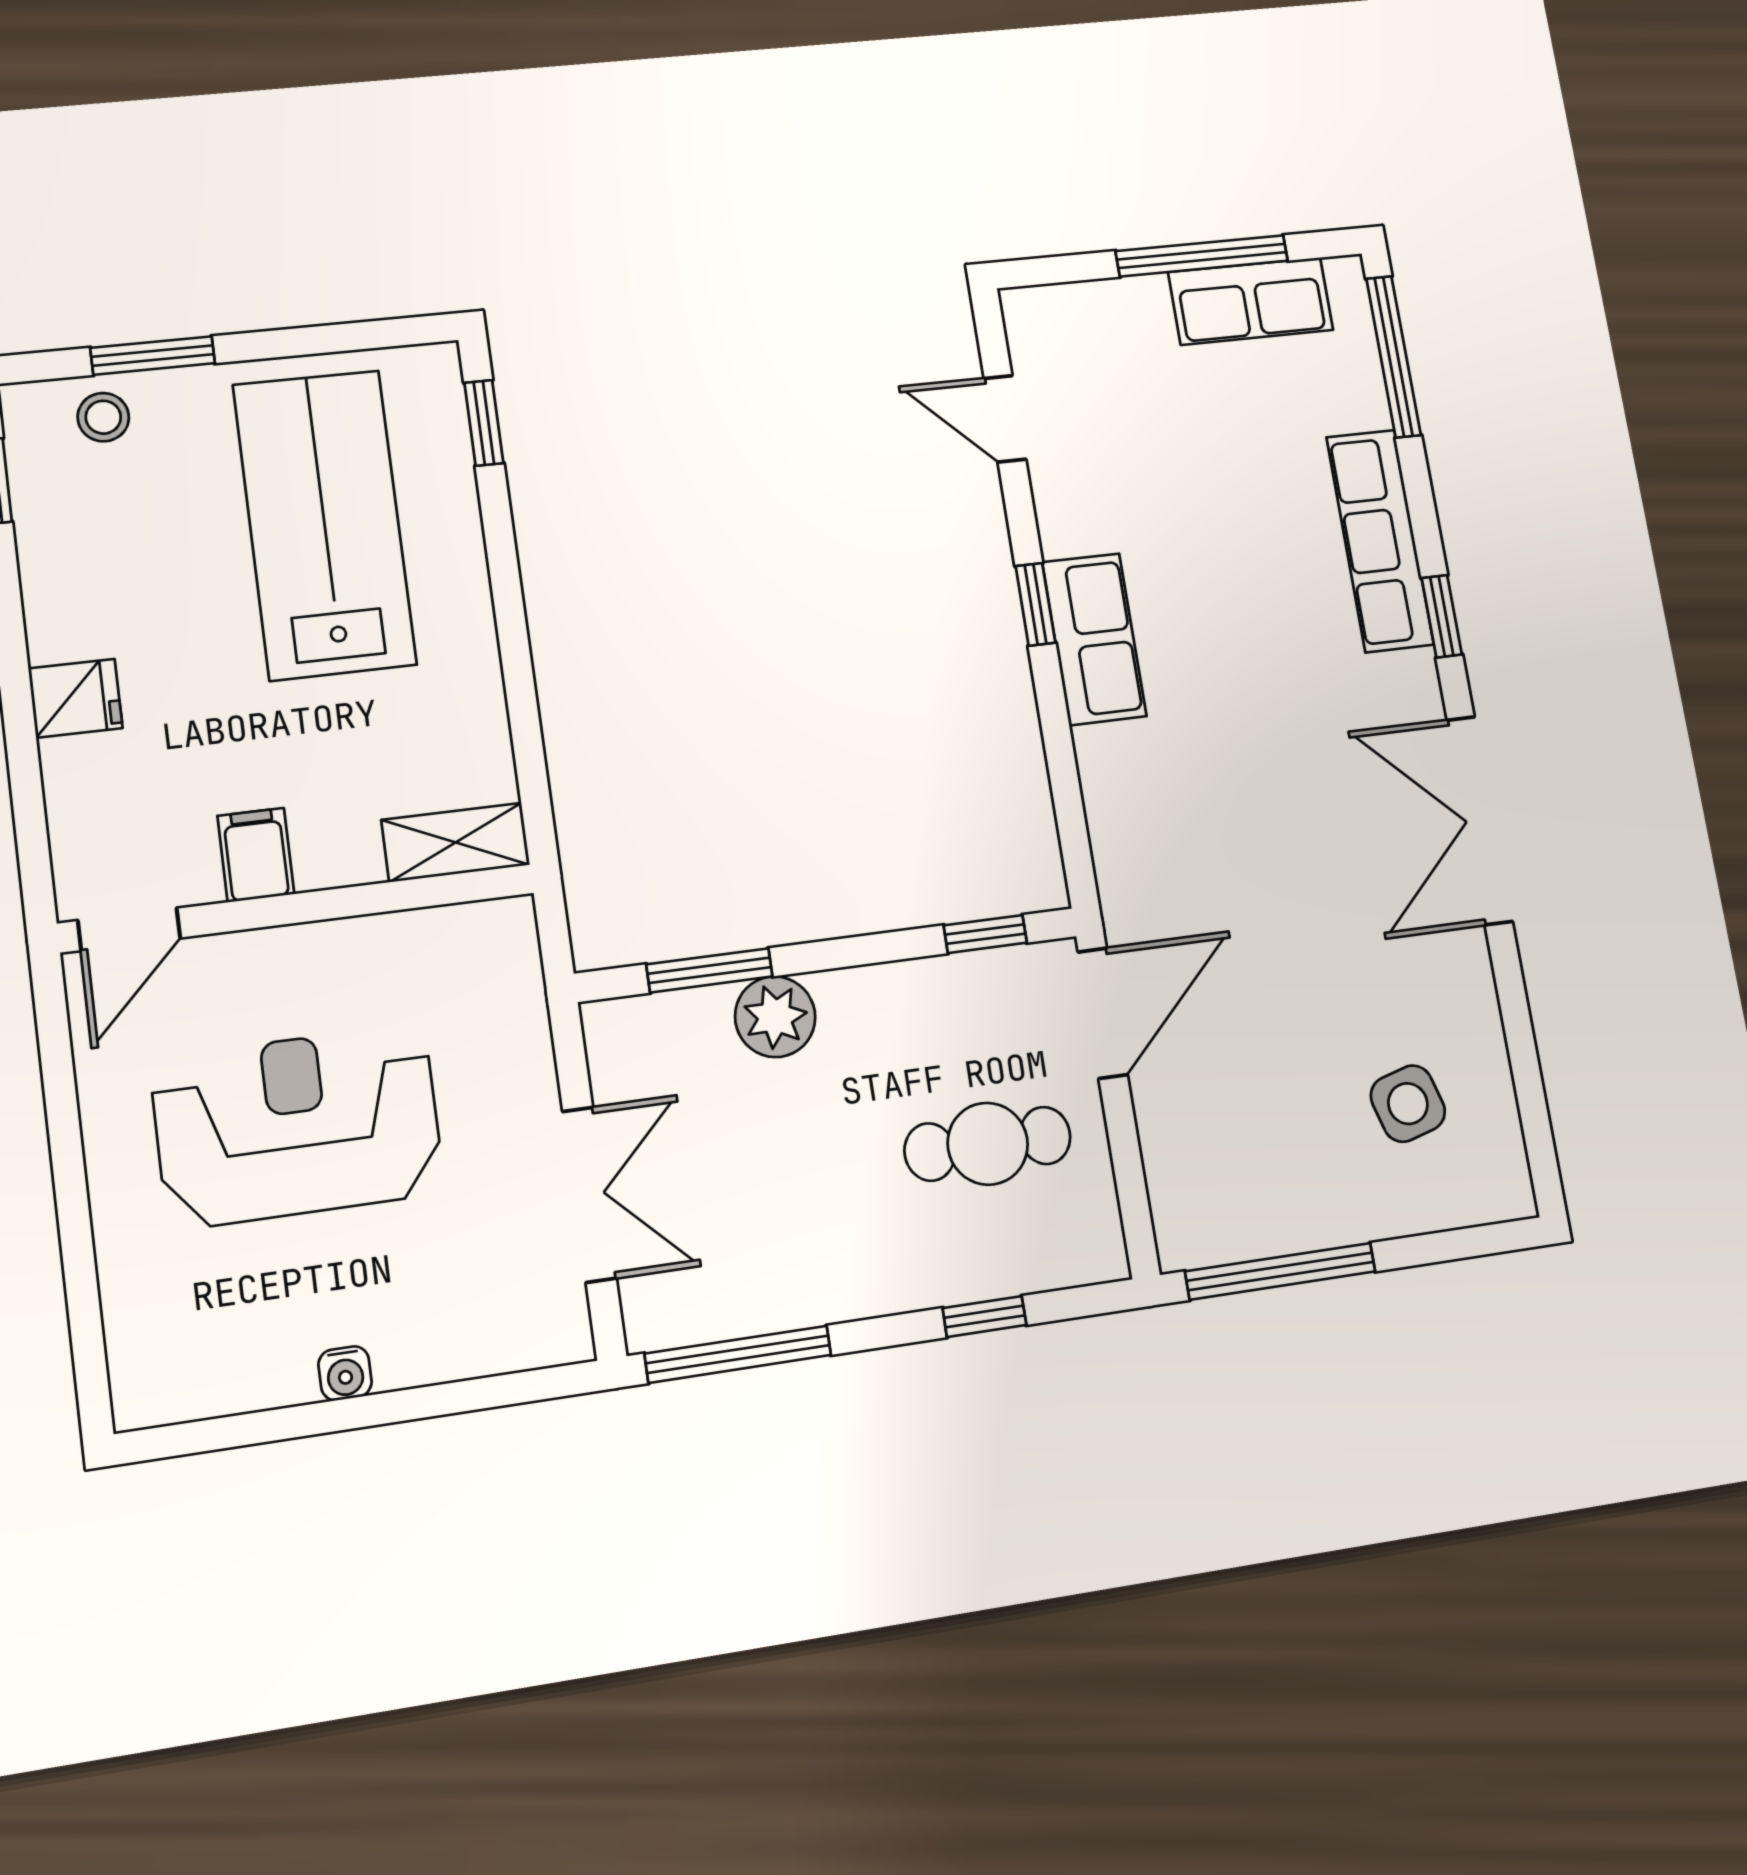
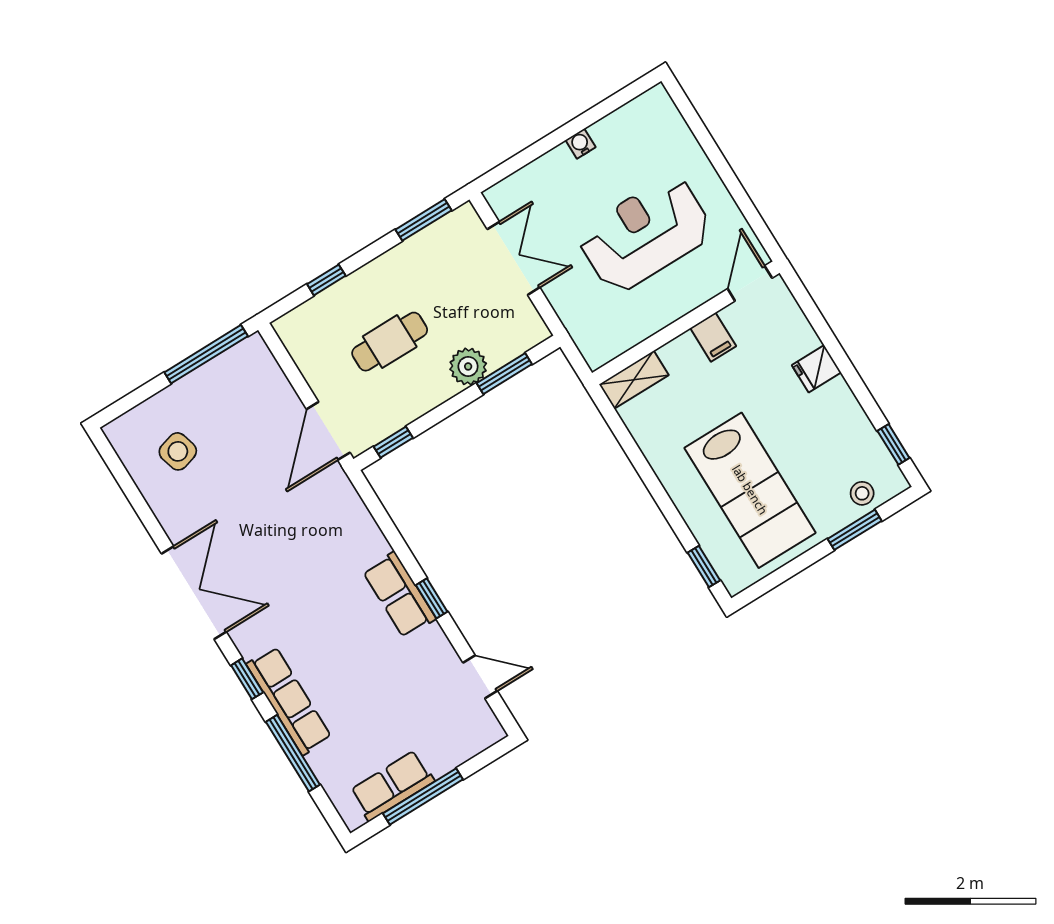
window: (1394, 357) -> (293, 753), moved
reception desk: (298, 1126) -> (645, 234), turned 180
cafe table: (988, 1144) -> (390, 342), moved
double door: (589, 1194) -> (513, 258), swing flipped
window: (738, 1354) -> (423, 220), width x0.69

